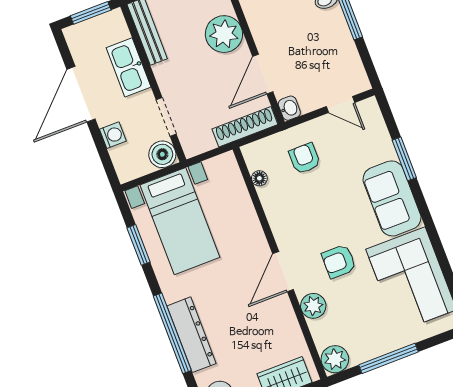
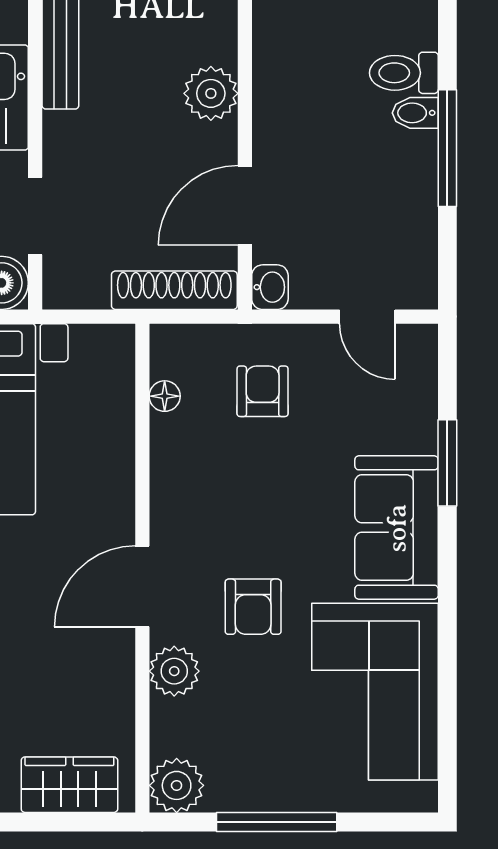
plant: (224, 34) -> (211, 93), width x0.73, depth x0.73
armchair: (339, 261) -> (253, 607), turned -90

